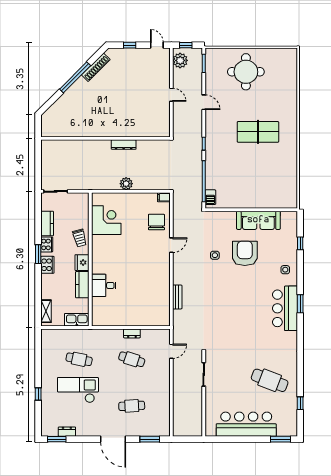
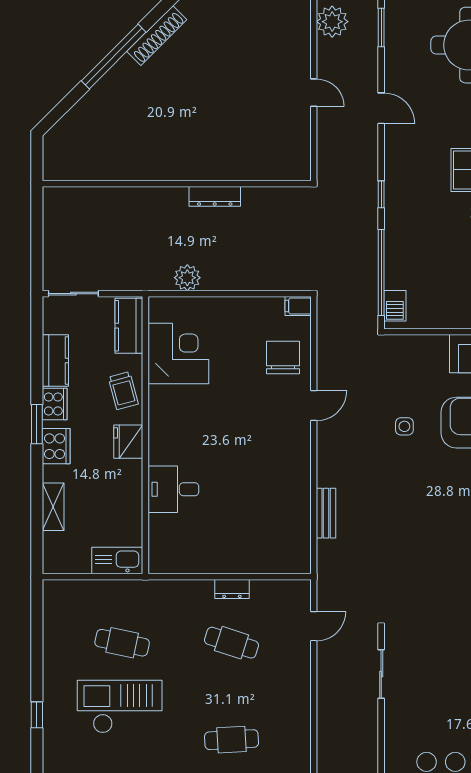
plant: (126, 184) -> (187, 278), moved
kitchen counter: (82, 285) -> (129, 326), moved
shelving: (46, 311) -> (53, 507), moved

